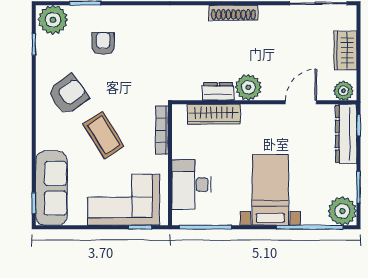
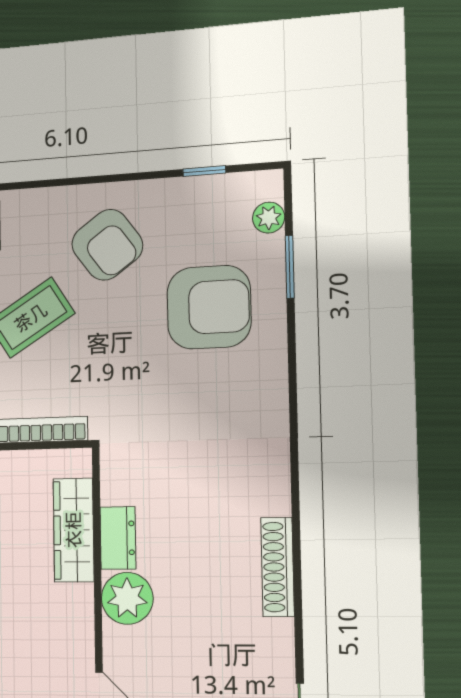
plant: (53, 20) -> (269, 218), width x0.53, depth x0.53
armchair: (103, 43) -> (209, 307), width x1.88, depth x1.88

